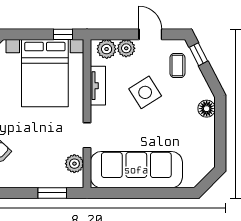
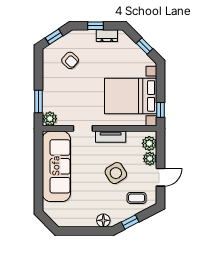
window: (199, 54) -> (130, 222), moved
tv unit: (98, 86) -> (111, 137), moved
plant: (74, 164) -> (50, 119), moved

